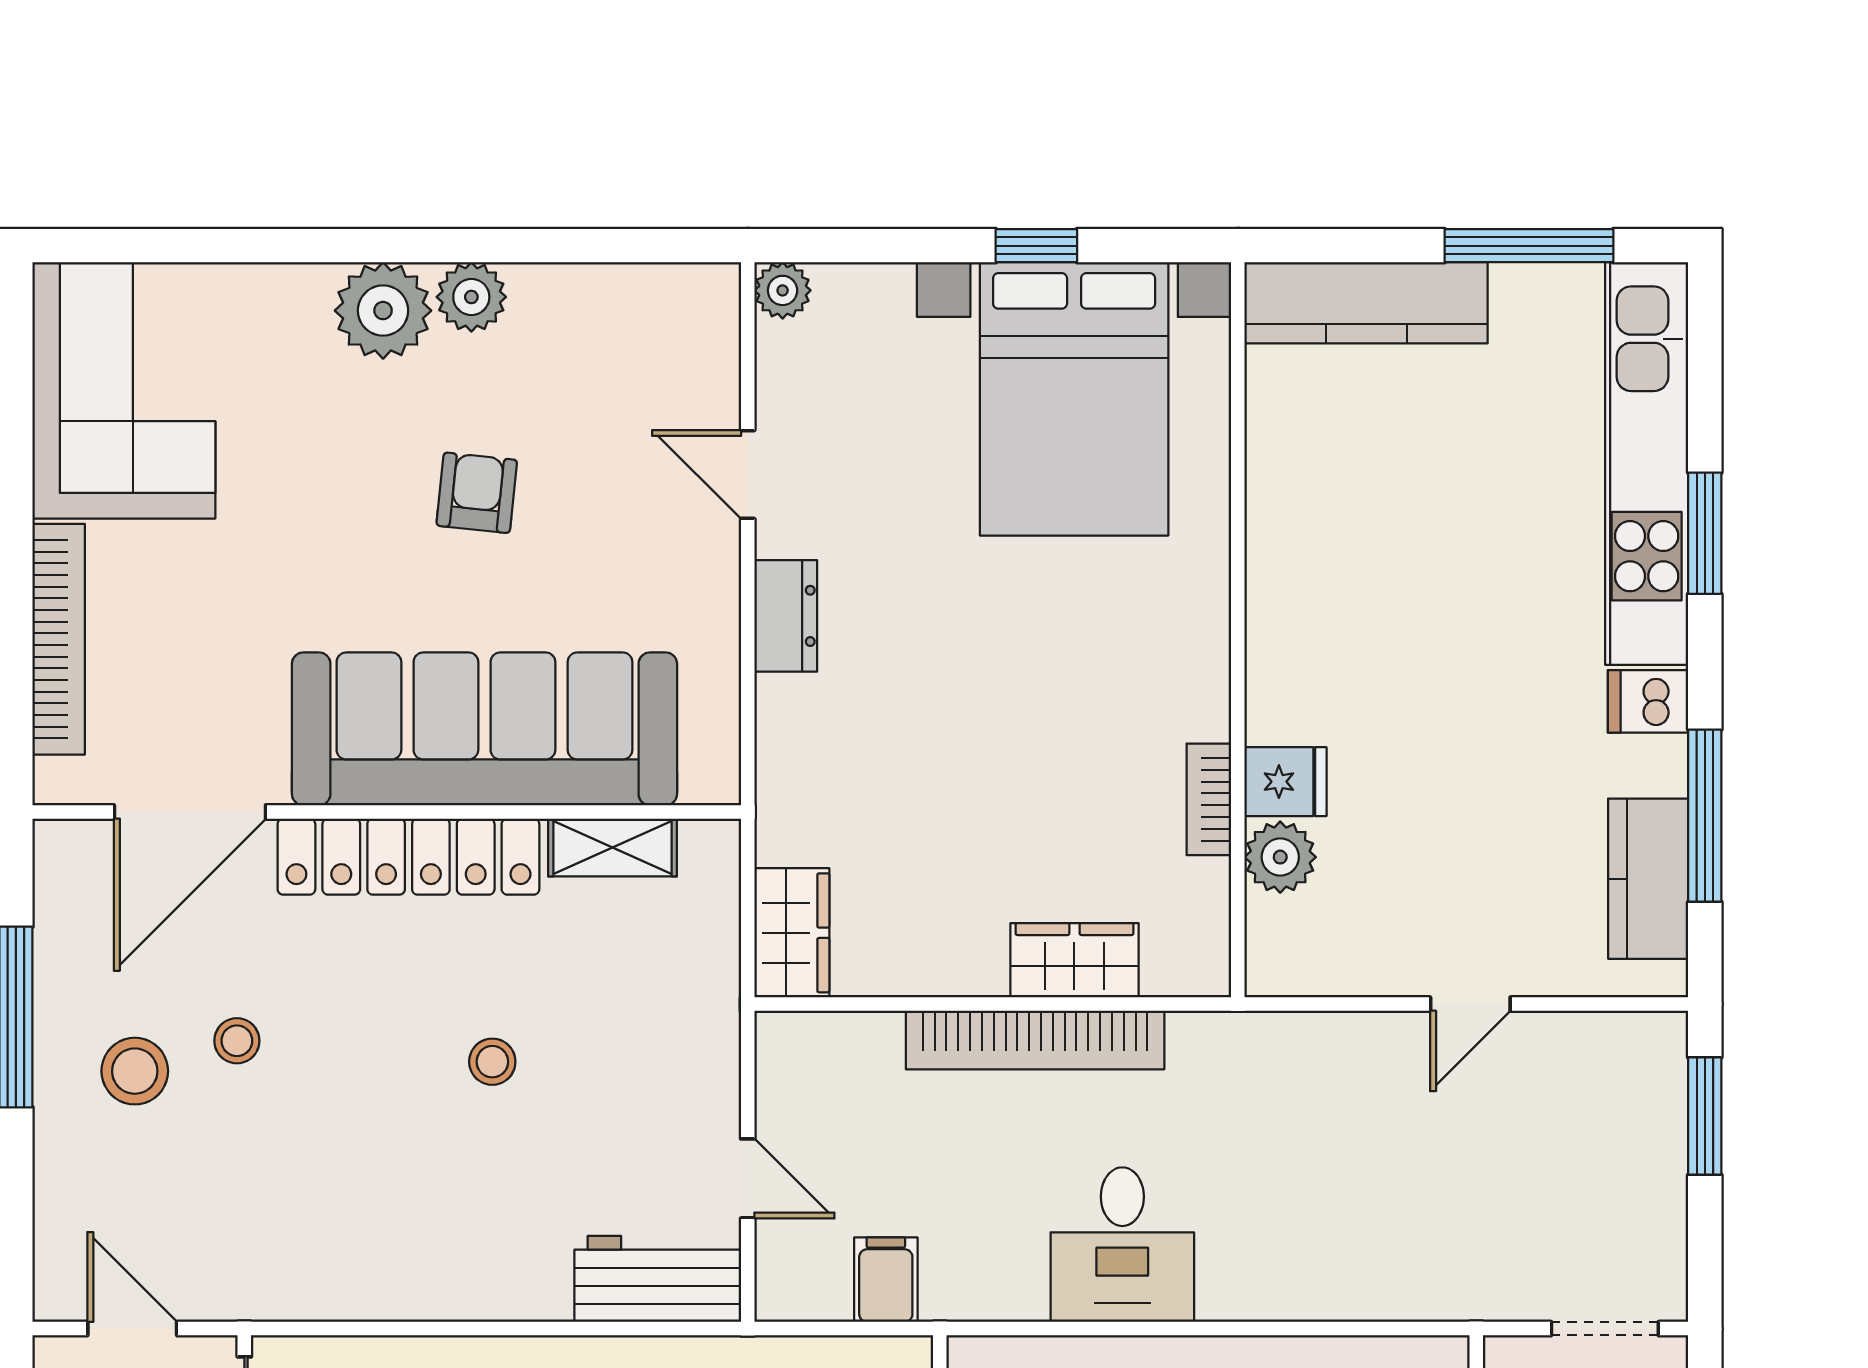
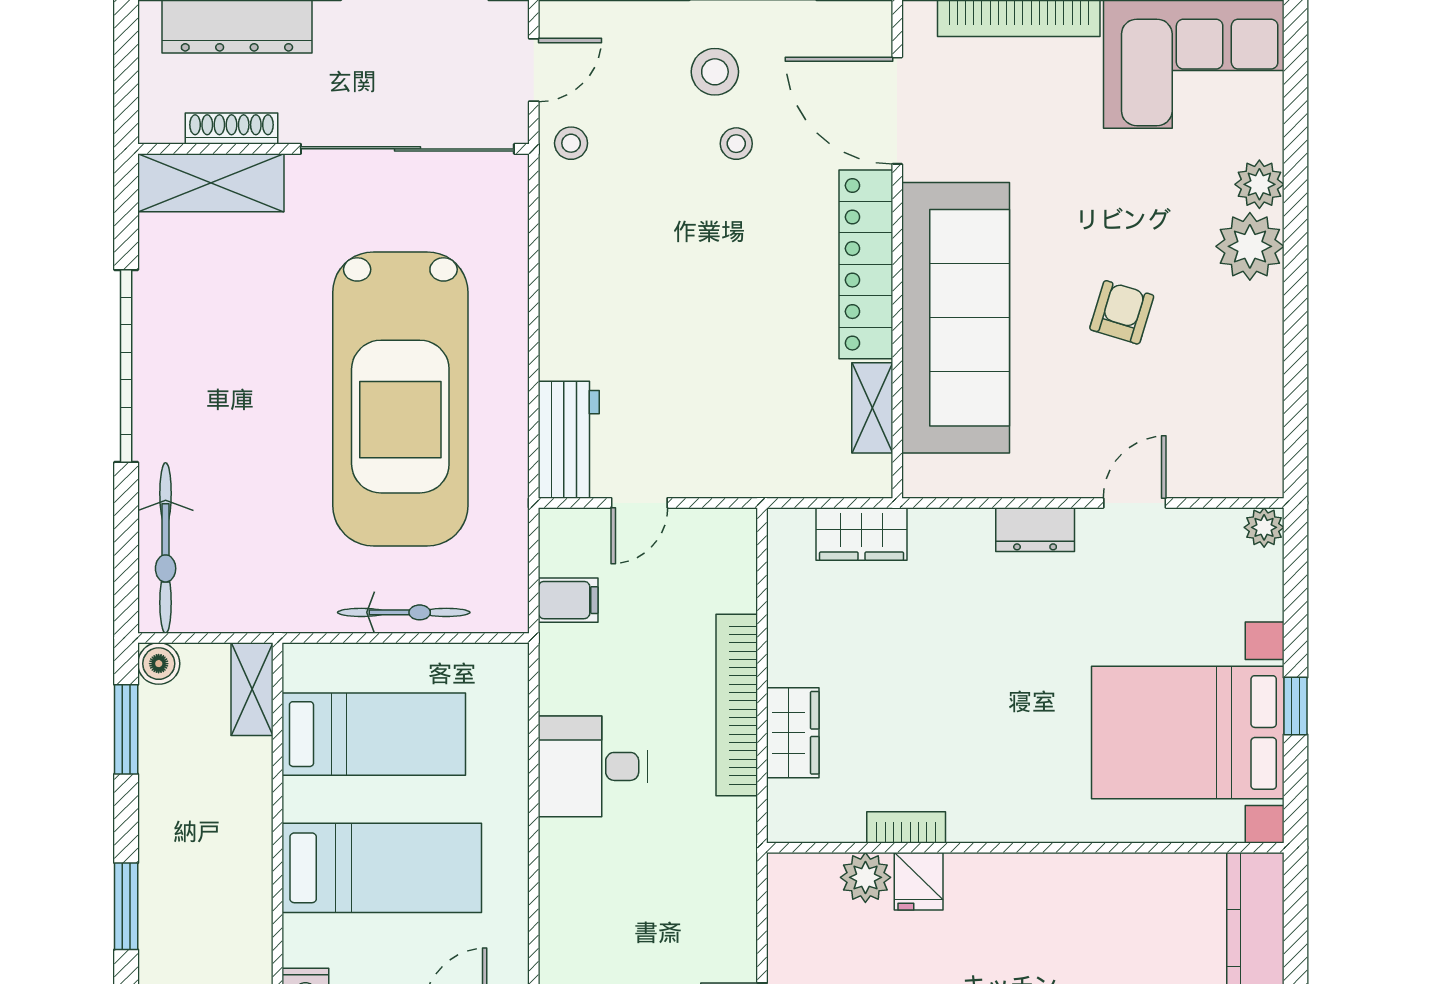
plant: (471, 297) -> (1259, 184), moved
armchair: (477, 493) -> (1122, 312), turned -79
wardrobe: (792, 933) -> (862, 534), moved
stool: (492, 1062) -> (571, 143), moved

